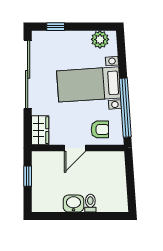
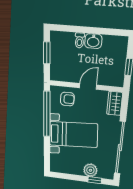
plant: (100, 39) -> (90, 170), moved
armchair: (100, 129) -> (67, 99), turned 180
window: (130, 185) -> (47, 53), added

